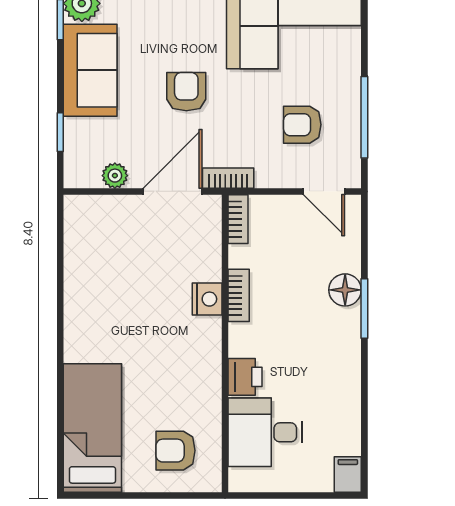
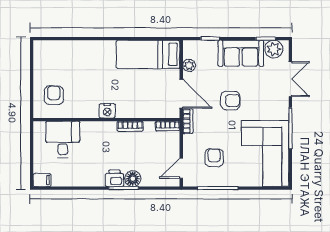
nightstand: (207, 299) -> (107, 111), moved
printer: (245, 377) -> (114, 178), moved, turned 180
bed: (92, 428) -> (148, 54), moved, turned 180

